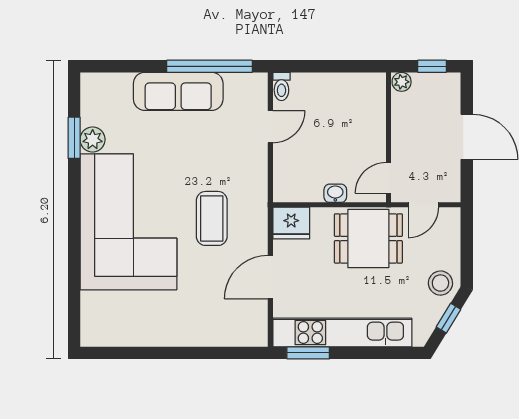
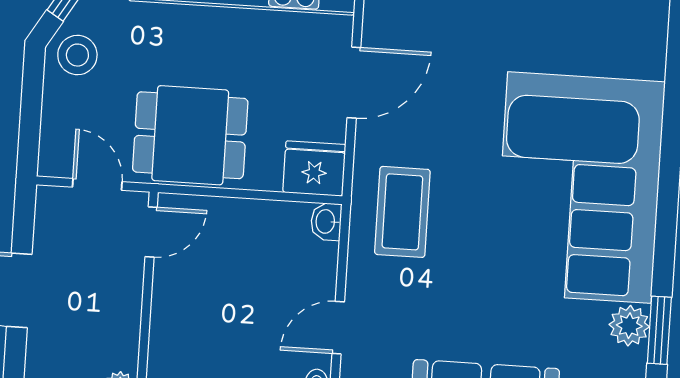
washbasin: (335, 193) -> (326, 222), moved, turned 90
door: (423, 205) -> (97, 184), hinge flipped
coffee table: (212, 218) -> (402, 212), moved

